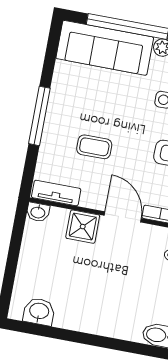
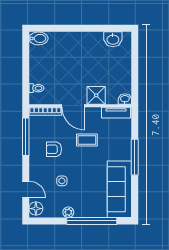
sofa: (105, 48) -> (119, 189), moved, turned -90
coffee table: (94, 147) -> (87, 140), moved

